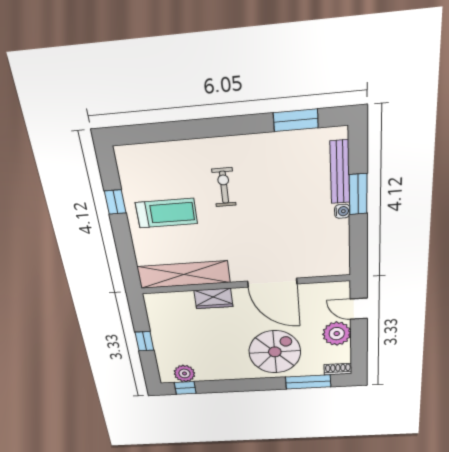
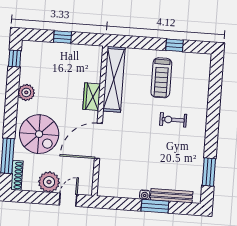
exercise bike: (224, 187) -> (173, 120), turned 180
shoe rack: (338, 369) -> (17, 175), width x1.43
plant: (184, 373) -> (26, 92), moved

